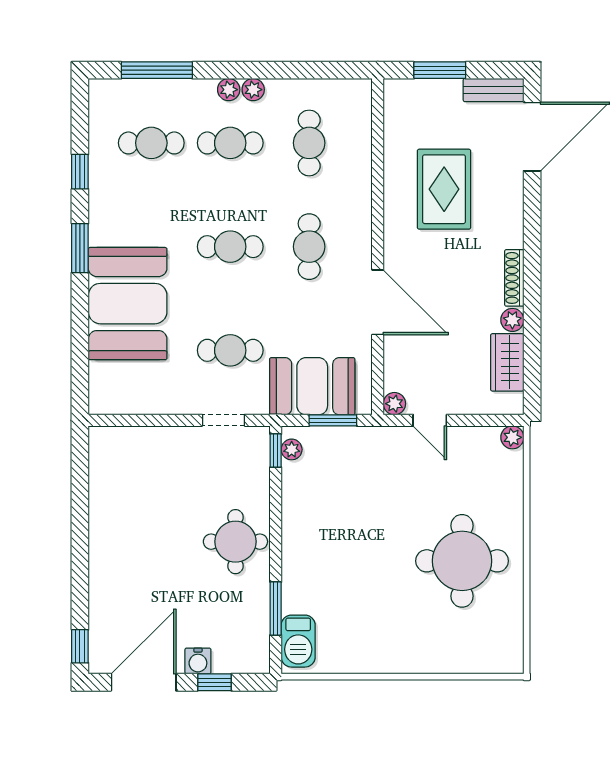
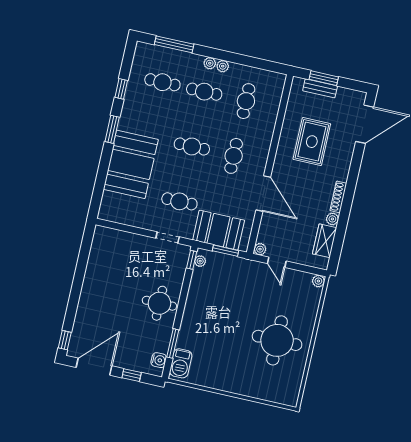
bench: (494, 90) -> (320, 88), moved
water cooler: (198, 661) -> (159, 360), moved, turned -90

